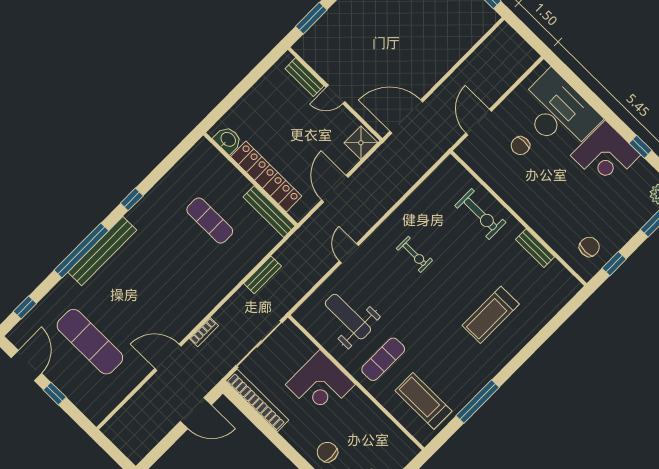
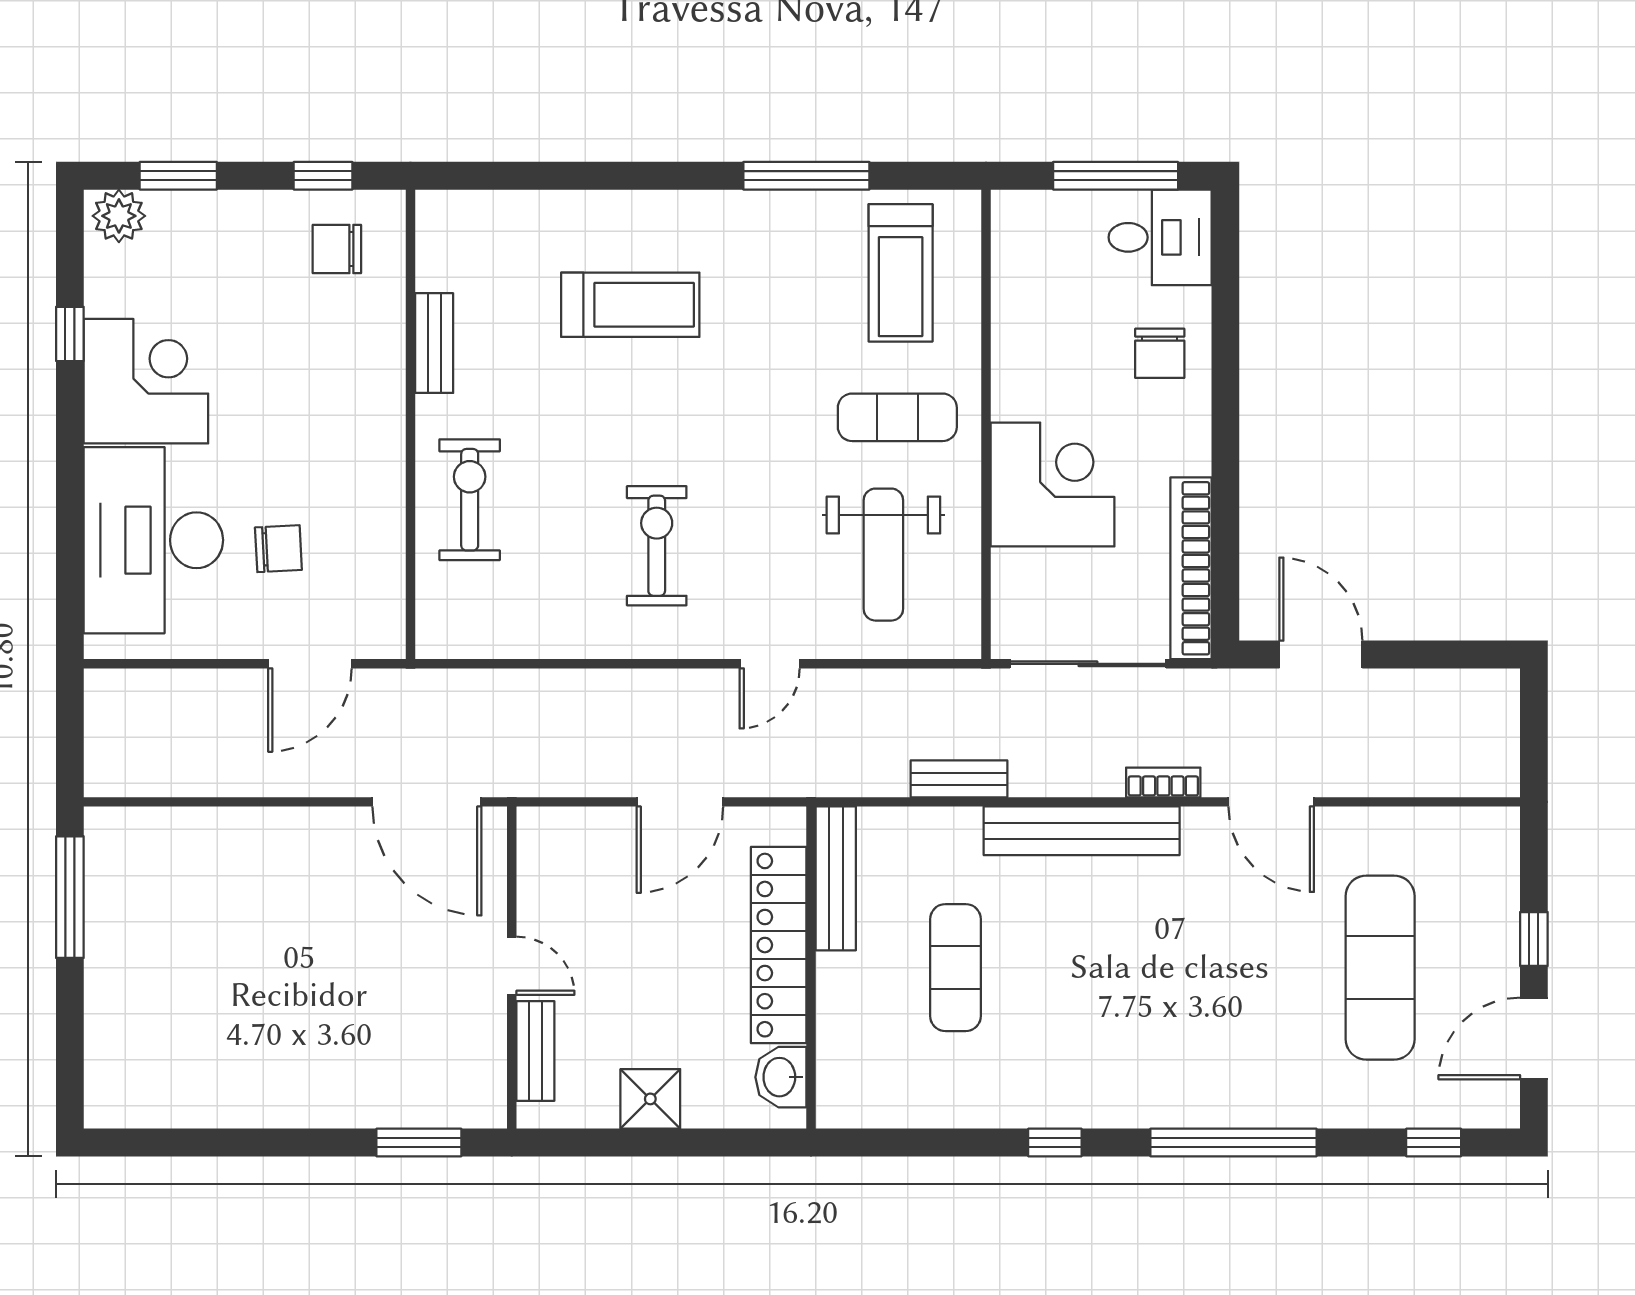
shower: (361, 143) -> (650, 1099), moved
bench: (102, 251) -> (1082, 831), moved
exercise bike: (414, 254) -> (657, 546), width x1.38, depth x1.39

